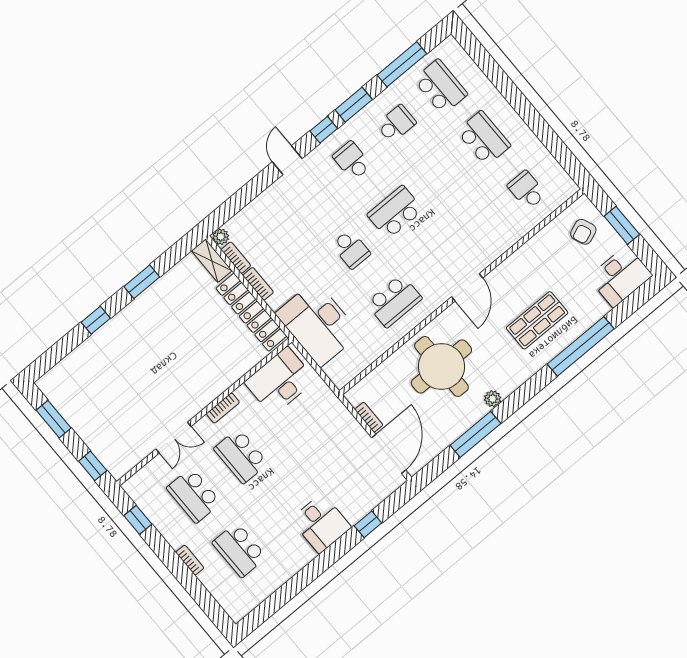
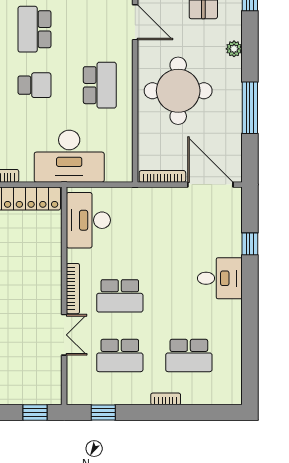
plant: (493, 399) -> (234, 49), moved
bookcase: (223, 408) -> (73, 289), width x1.56
bookcase: (369, 417) -> (162, 176), width x1.56

